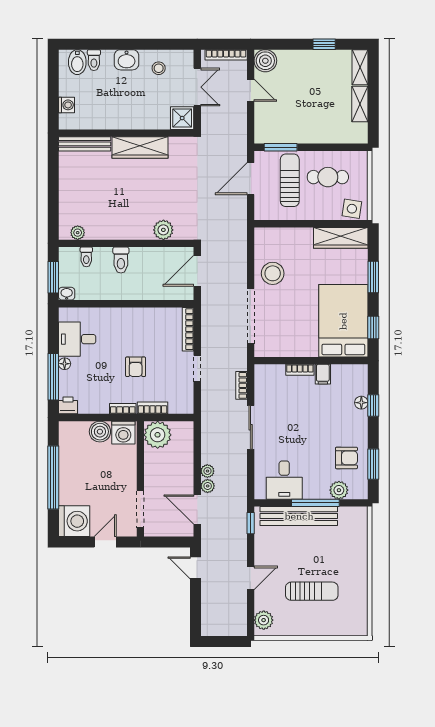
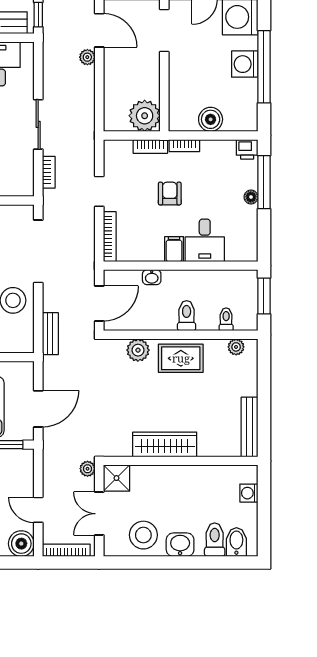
toilet: (94, 60) -> (215, 540), width x1.37, depth x1.39
stool: (159, 68) -> (143, 535), width x1.89, depth x1.89
bench: (85, 144) -> (250, 427), moved, turned 90
rug: (126, 223) -> (181, 358), added
bench: (240, 244) -> (50, 334), added
washbasin: (67, 294) -> (152, 277), moved
filing cabinet: (132, 318) -> (174, 249), added
desk: (77, 339) -> (205, 240), moved, turned 90
washing machine: (123, 433) -> (245, 64), moved, turned -90
plant: (207, 471) -> (87, 469), moved

